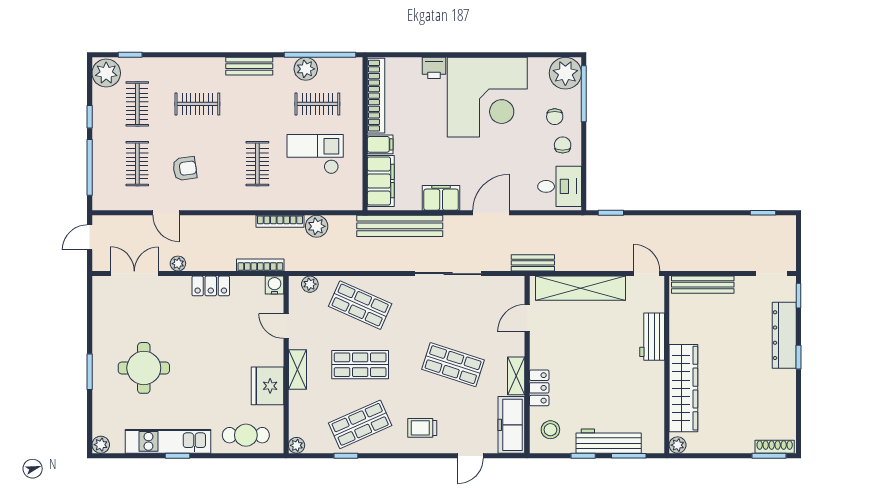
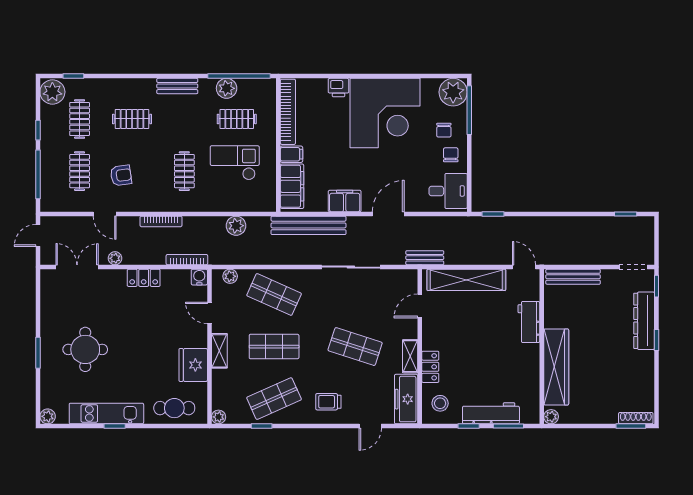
bookcase: (280, 221) -> (161, 221), moved

